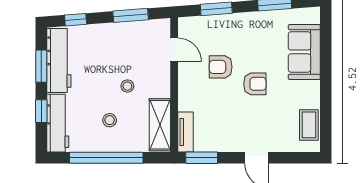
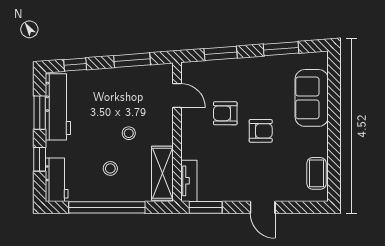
workbench: (58, 123) -> (57, 180), width x0.73

